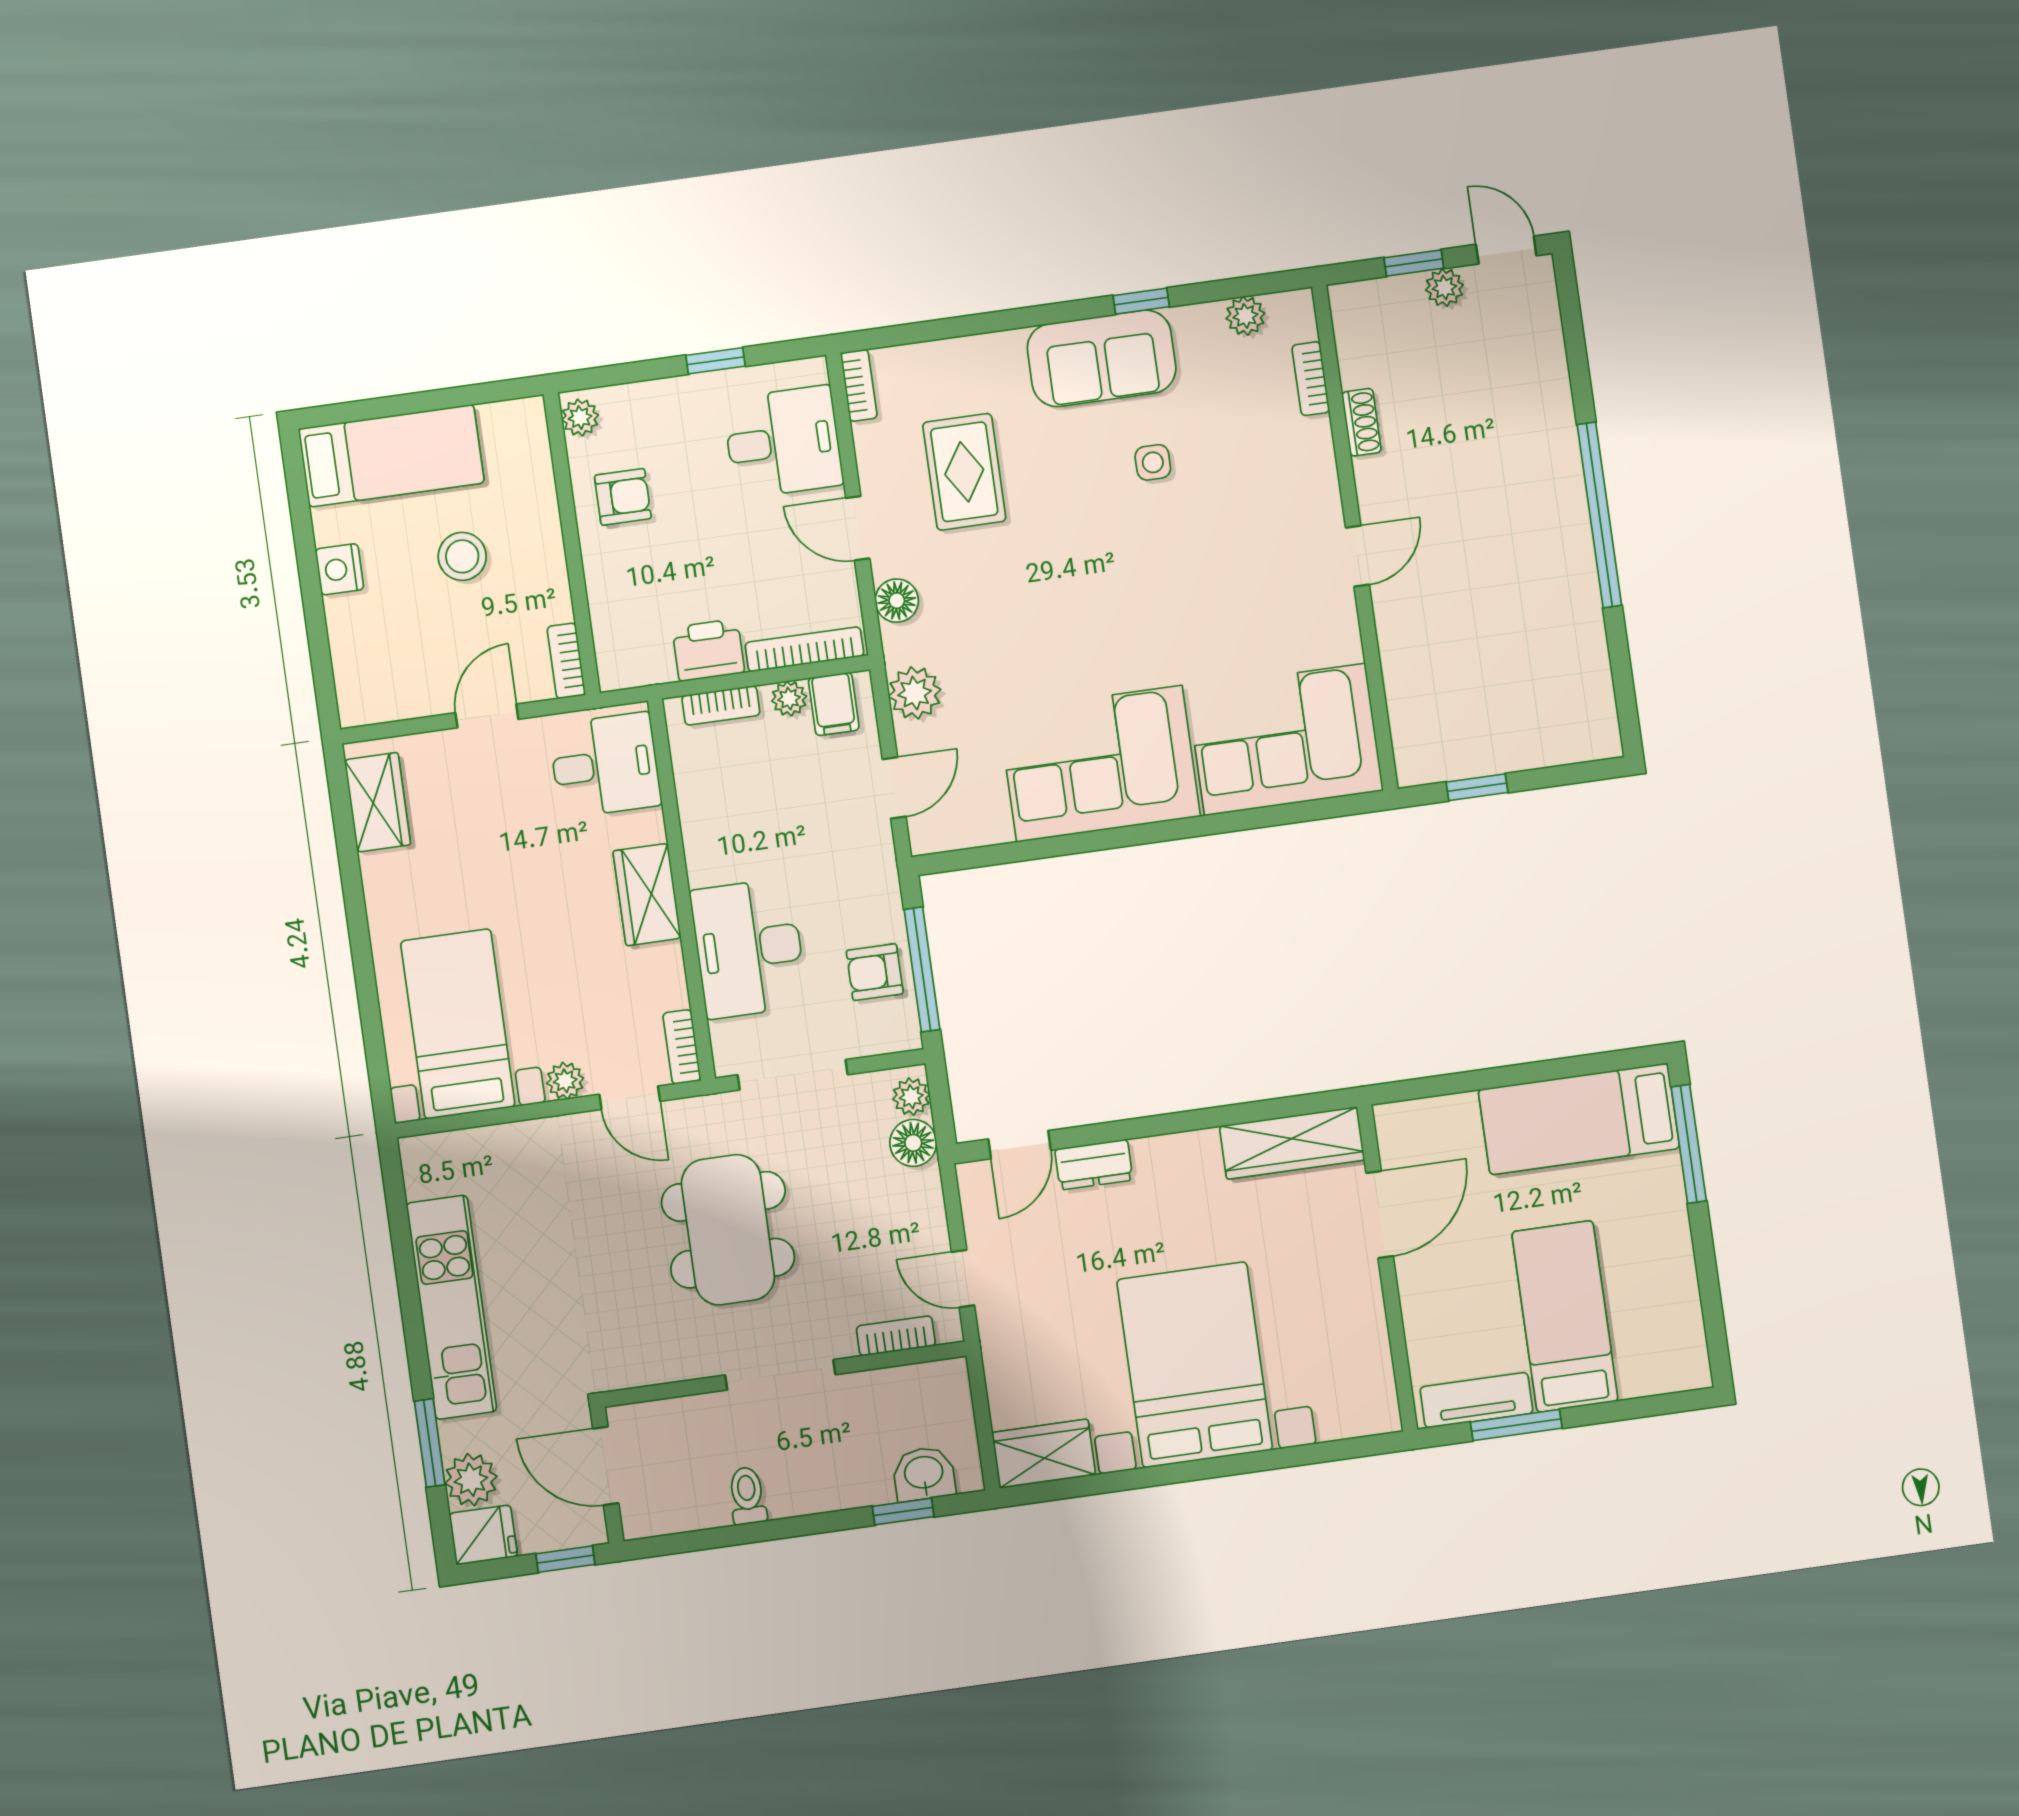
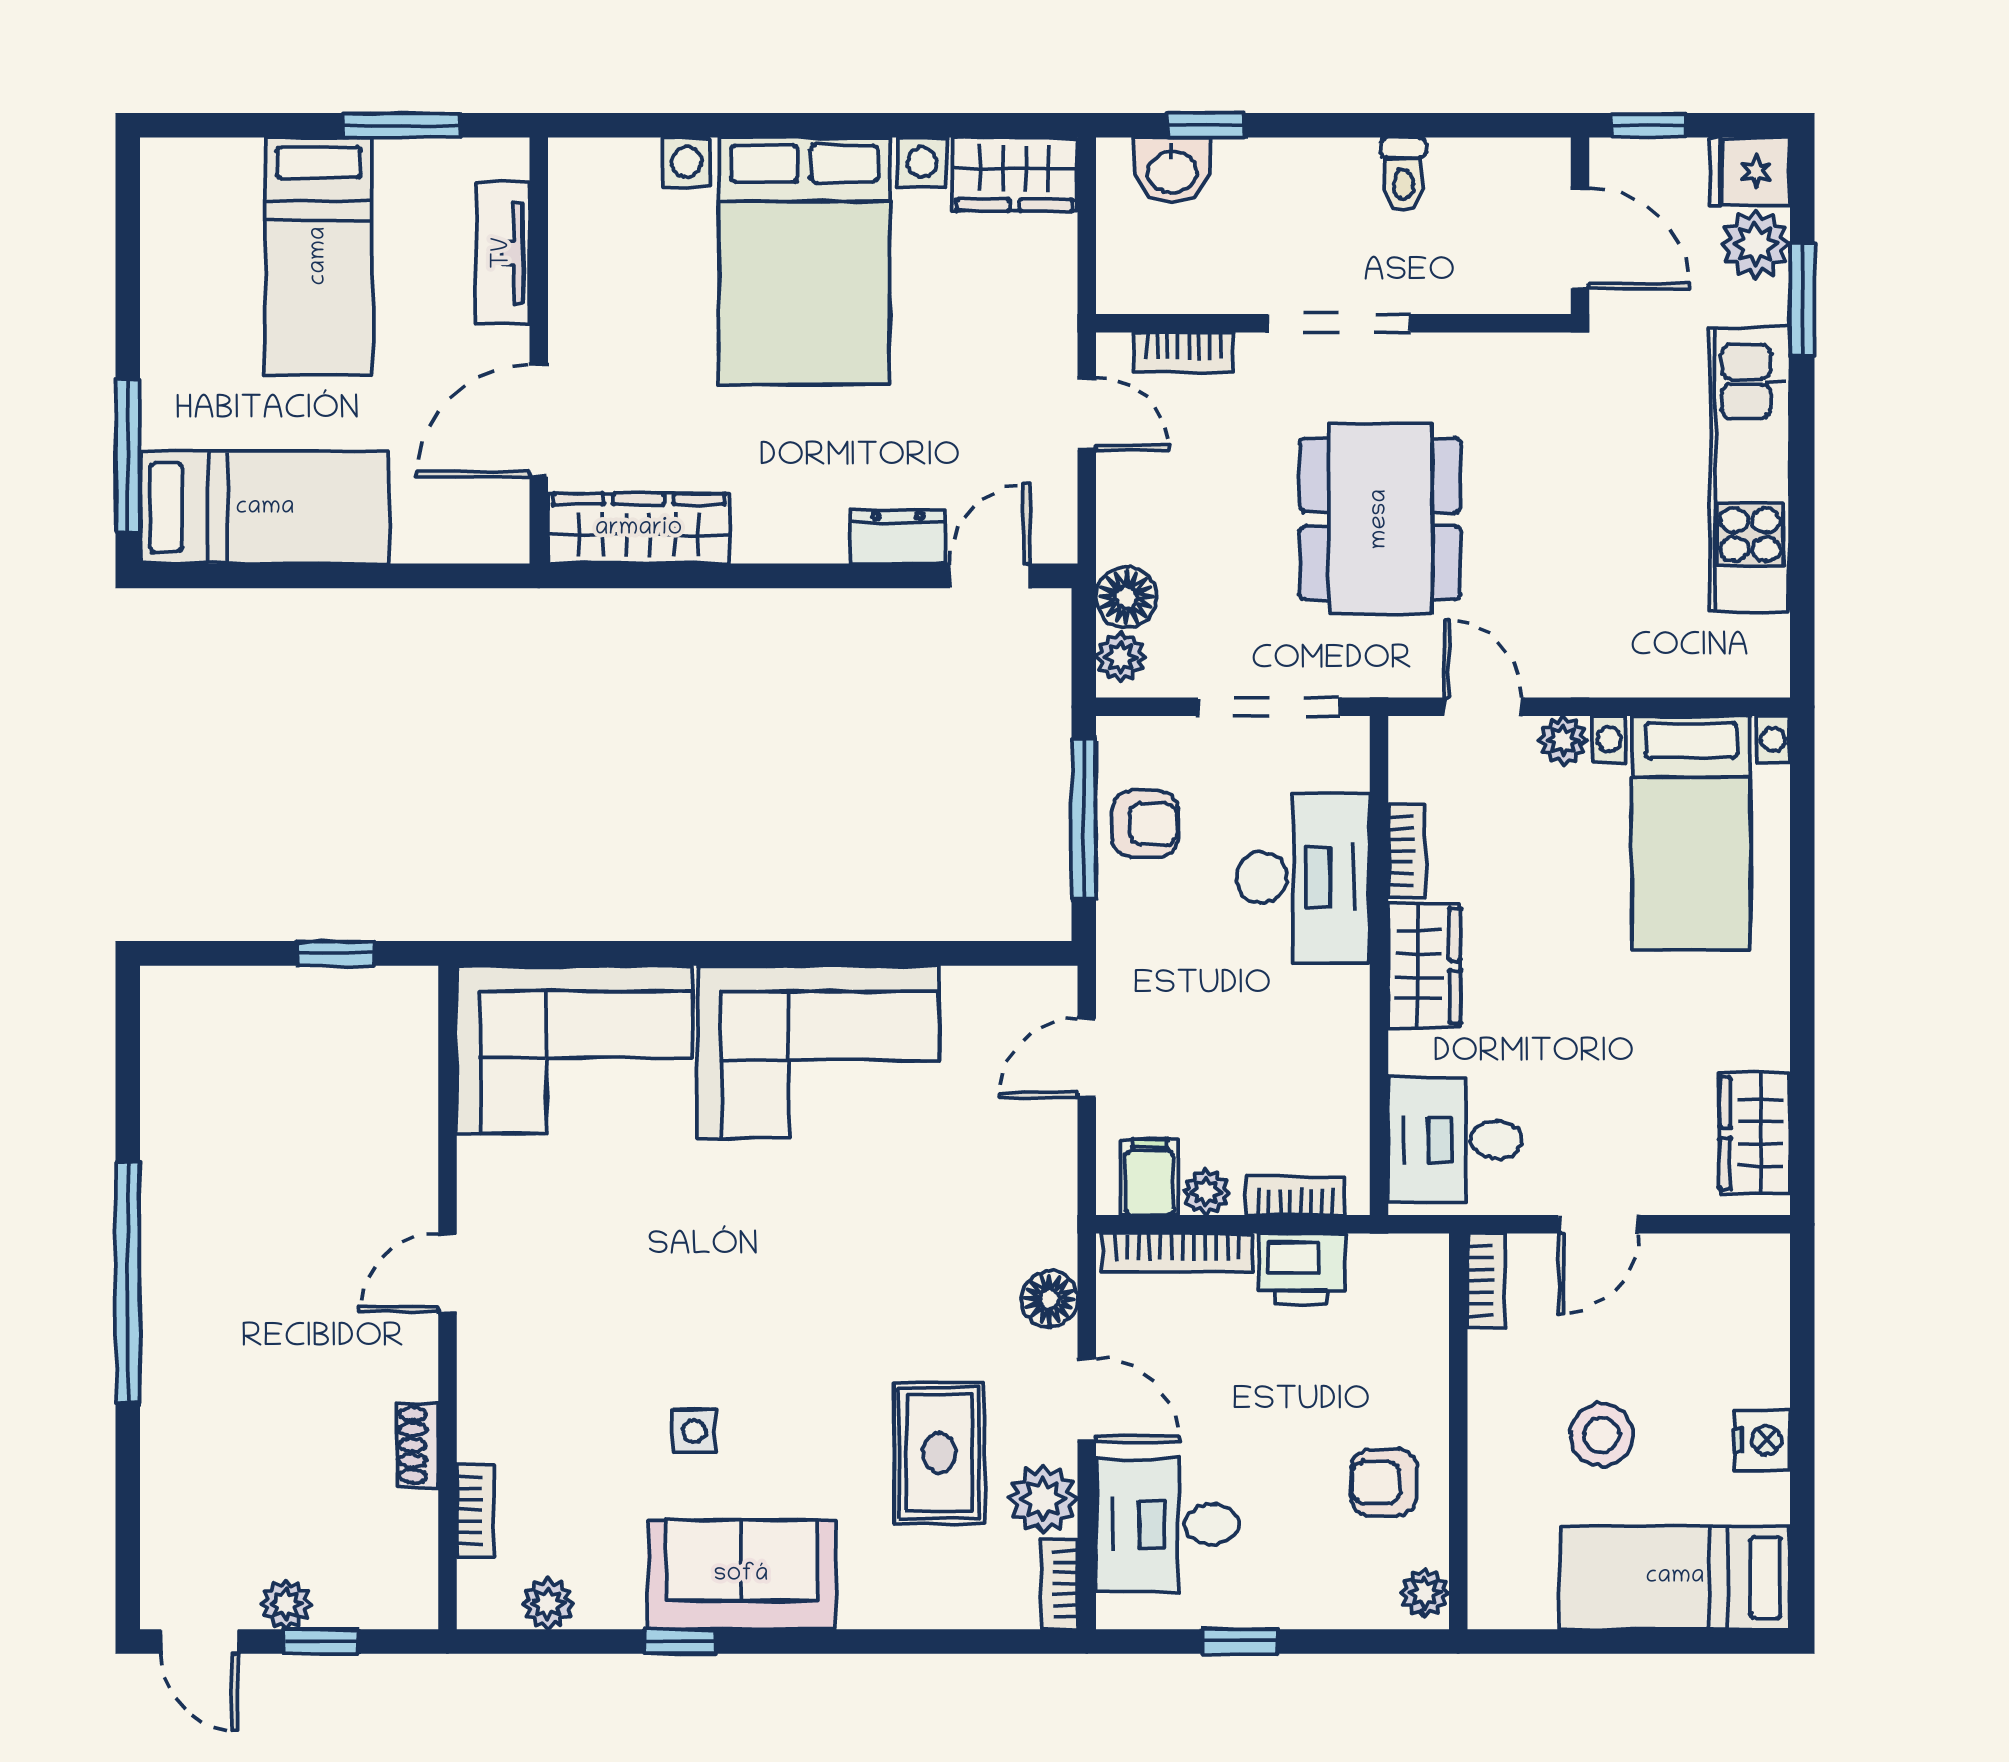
plant: (915, 693) -> (1043, 1499), moved
bookcase: (682, 1047) -> (1407, 851), moved
tv unit: (1476, 1400) -> (503, 253), moved, turned 90

